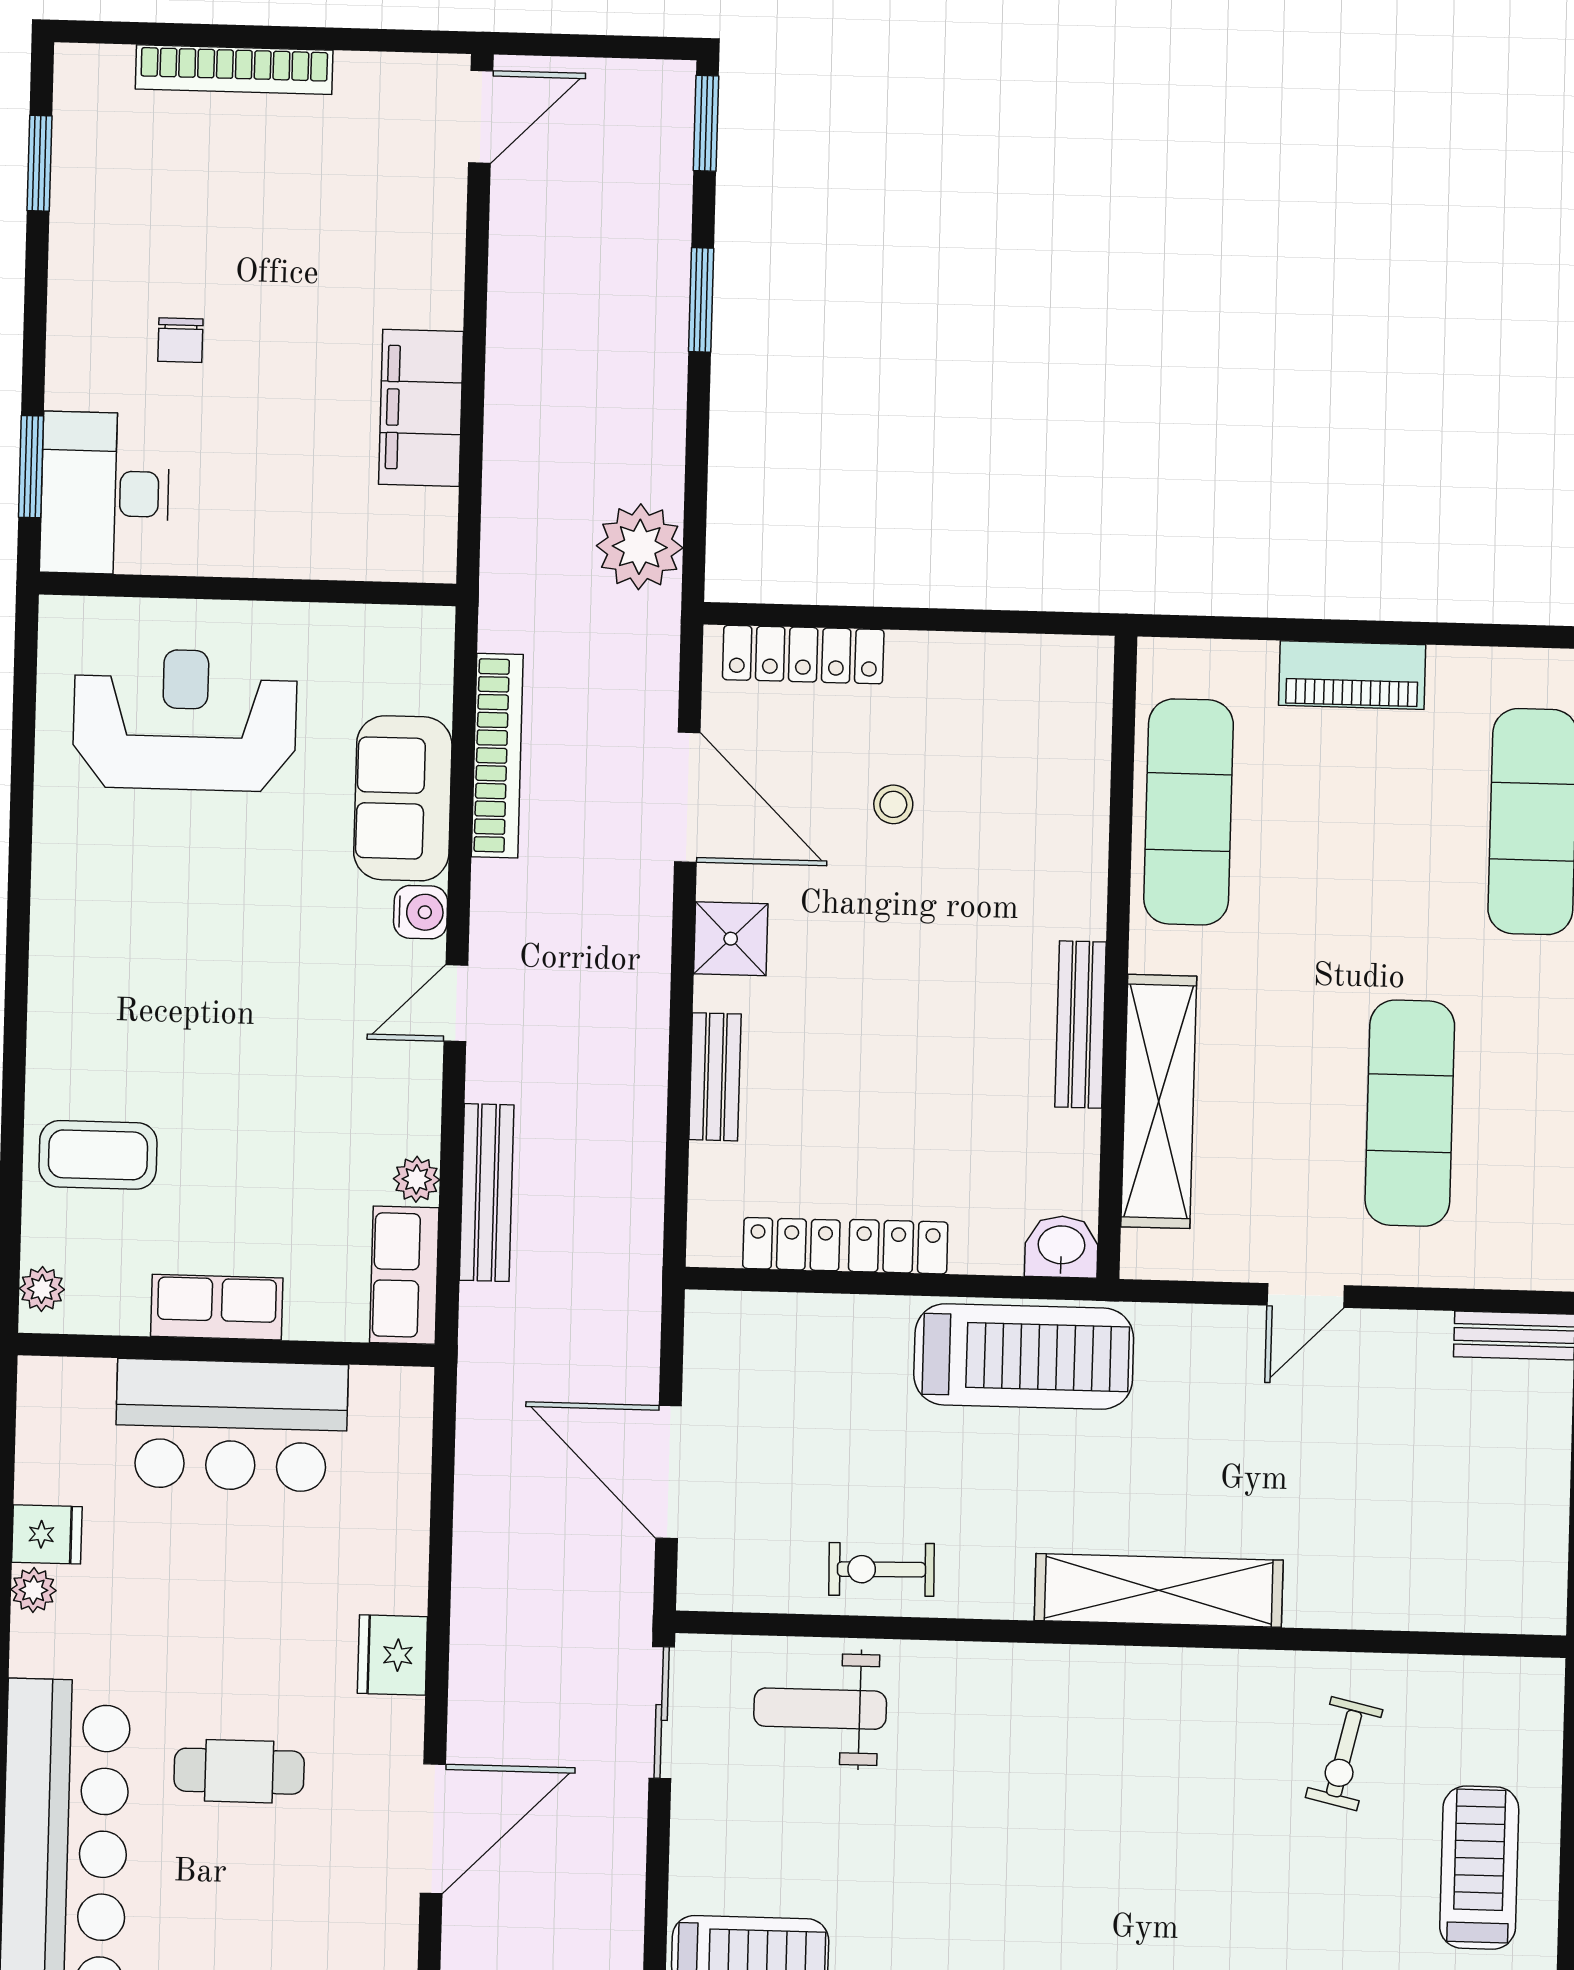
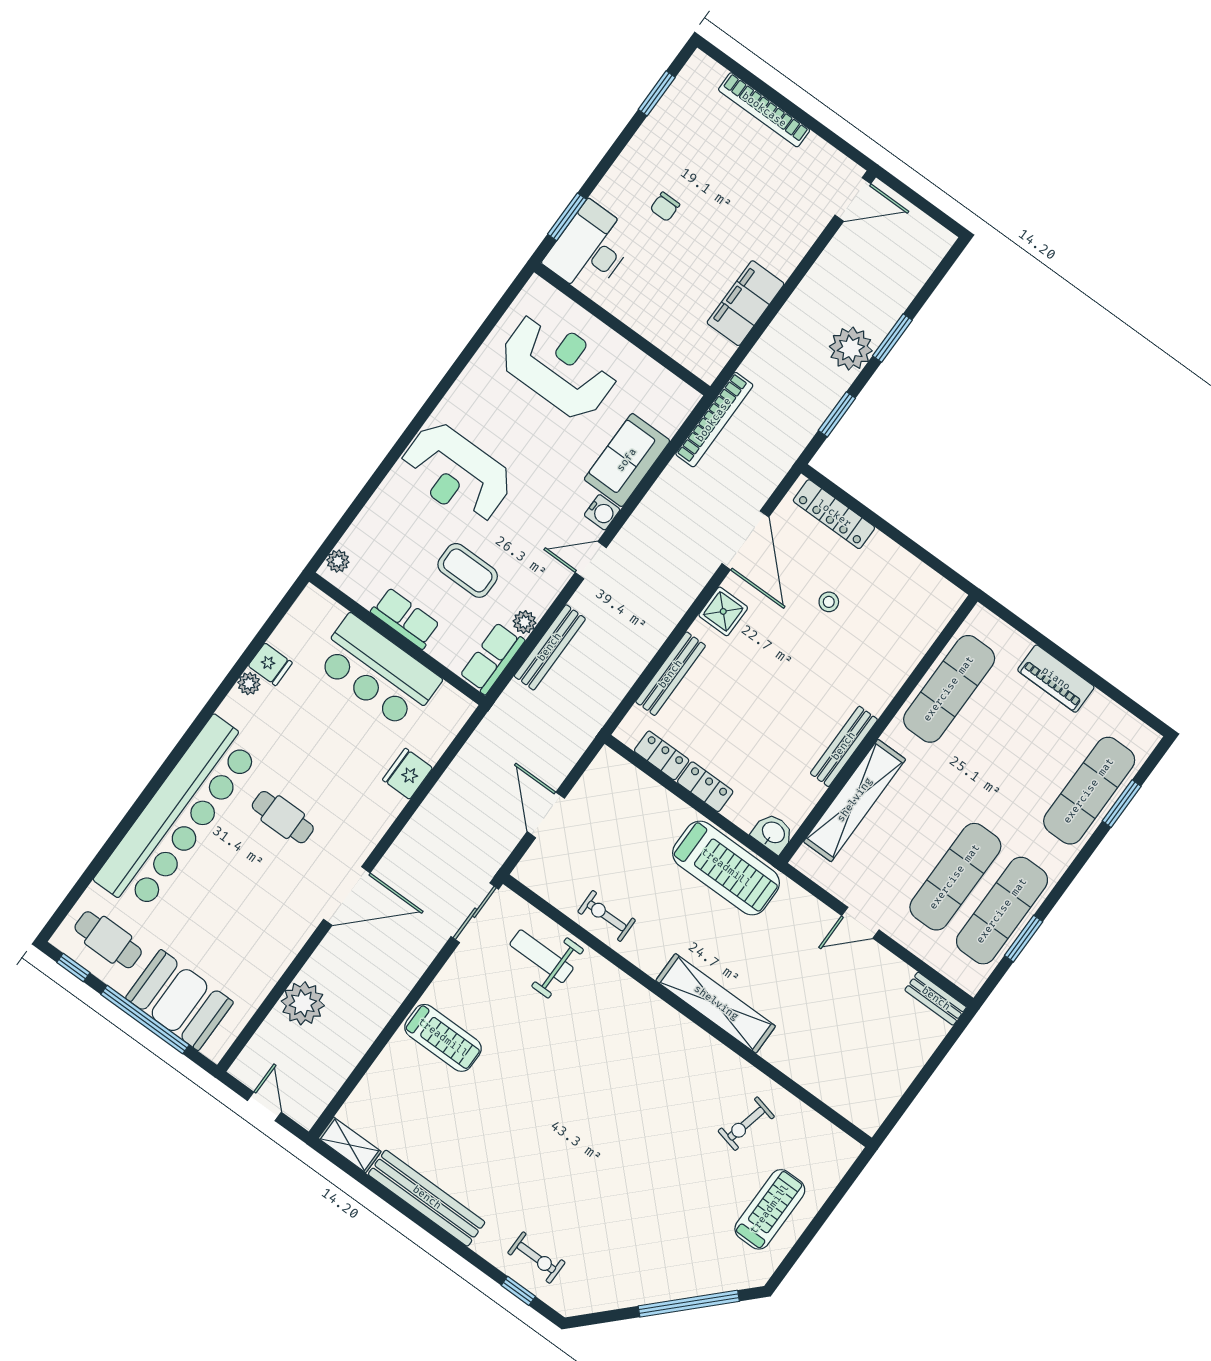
window: (706, 123) -> (837, 414), moved
plant: (640, 547) -> (851, 349), moved
bookcase: (497, 756) -> (714, 420), moved
reception desk: (137, 1012) -> (456, 473), added
bench: (715, 1077) -> (671, 674), width x1.36
exercise mat: (1524, 1116) -> (1002, 911), added
coffee table: (98, 1155) -> (468, 570), moved
door: (668, 1472) -> (546, 815), width x0.73
fridge: (392, 1655) -> (407, 774), moved

